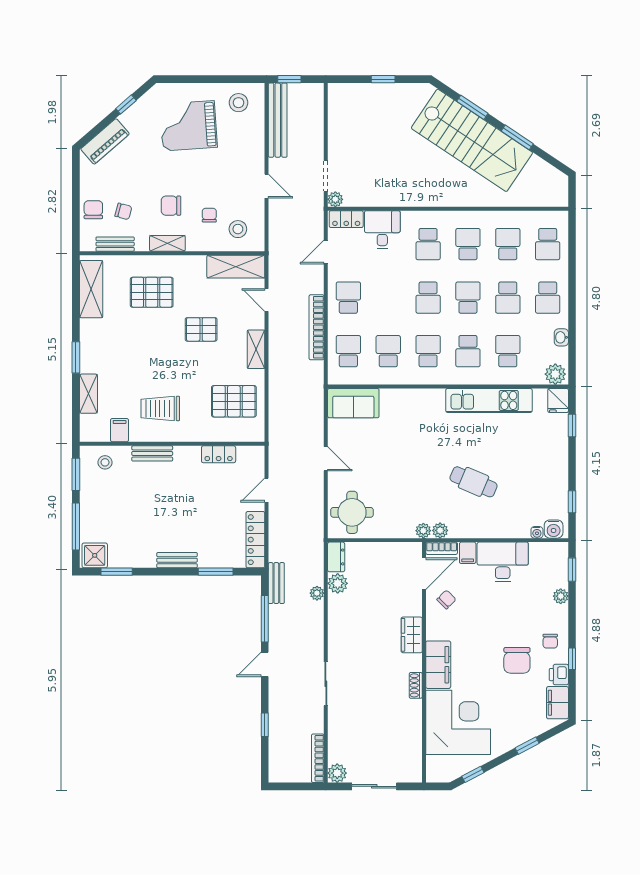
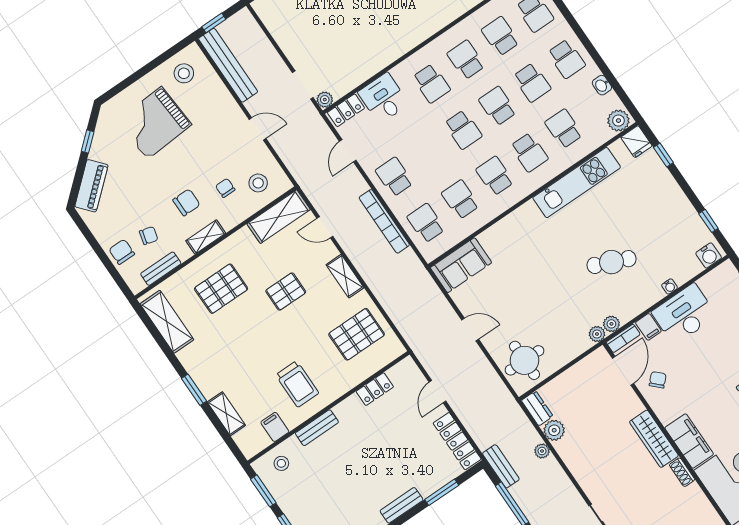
chair: (171, 206) -> (186, 202), turned 180
trolley: (160, 408) -> (297, 384), turned -90
water cooler: (537, 532) -> (670, 286), moved
wardrobe: (412, 635) -> (654, 439), width x1.50

